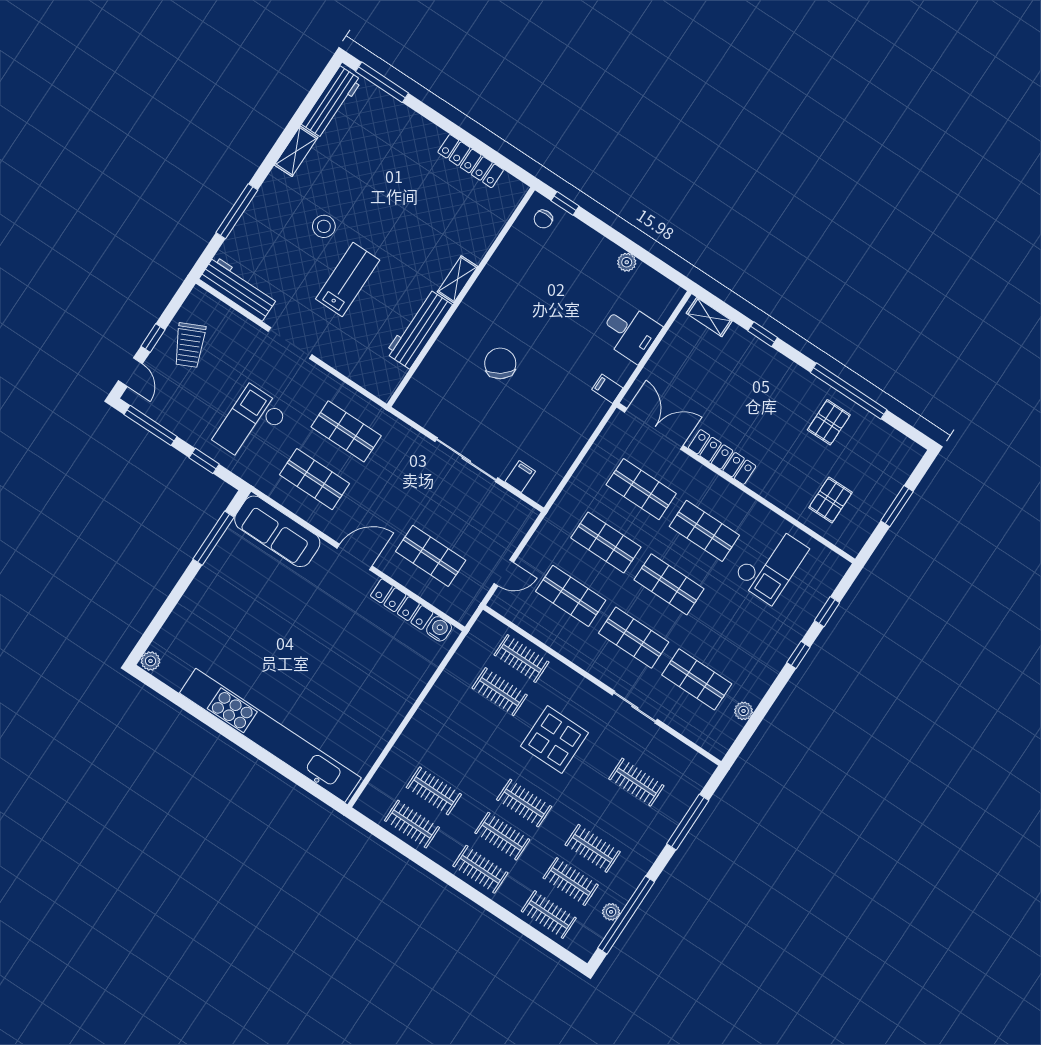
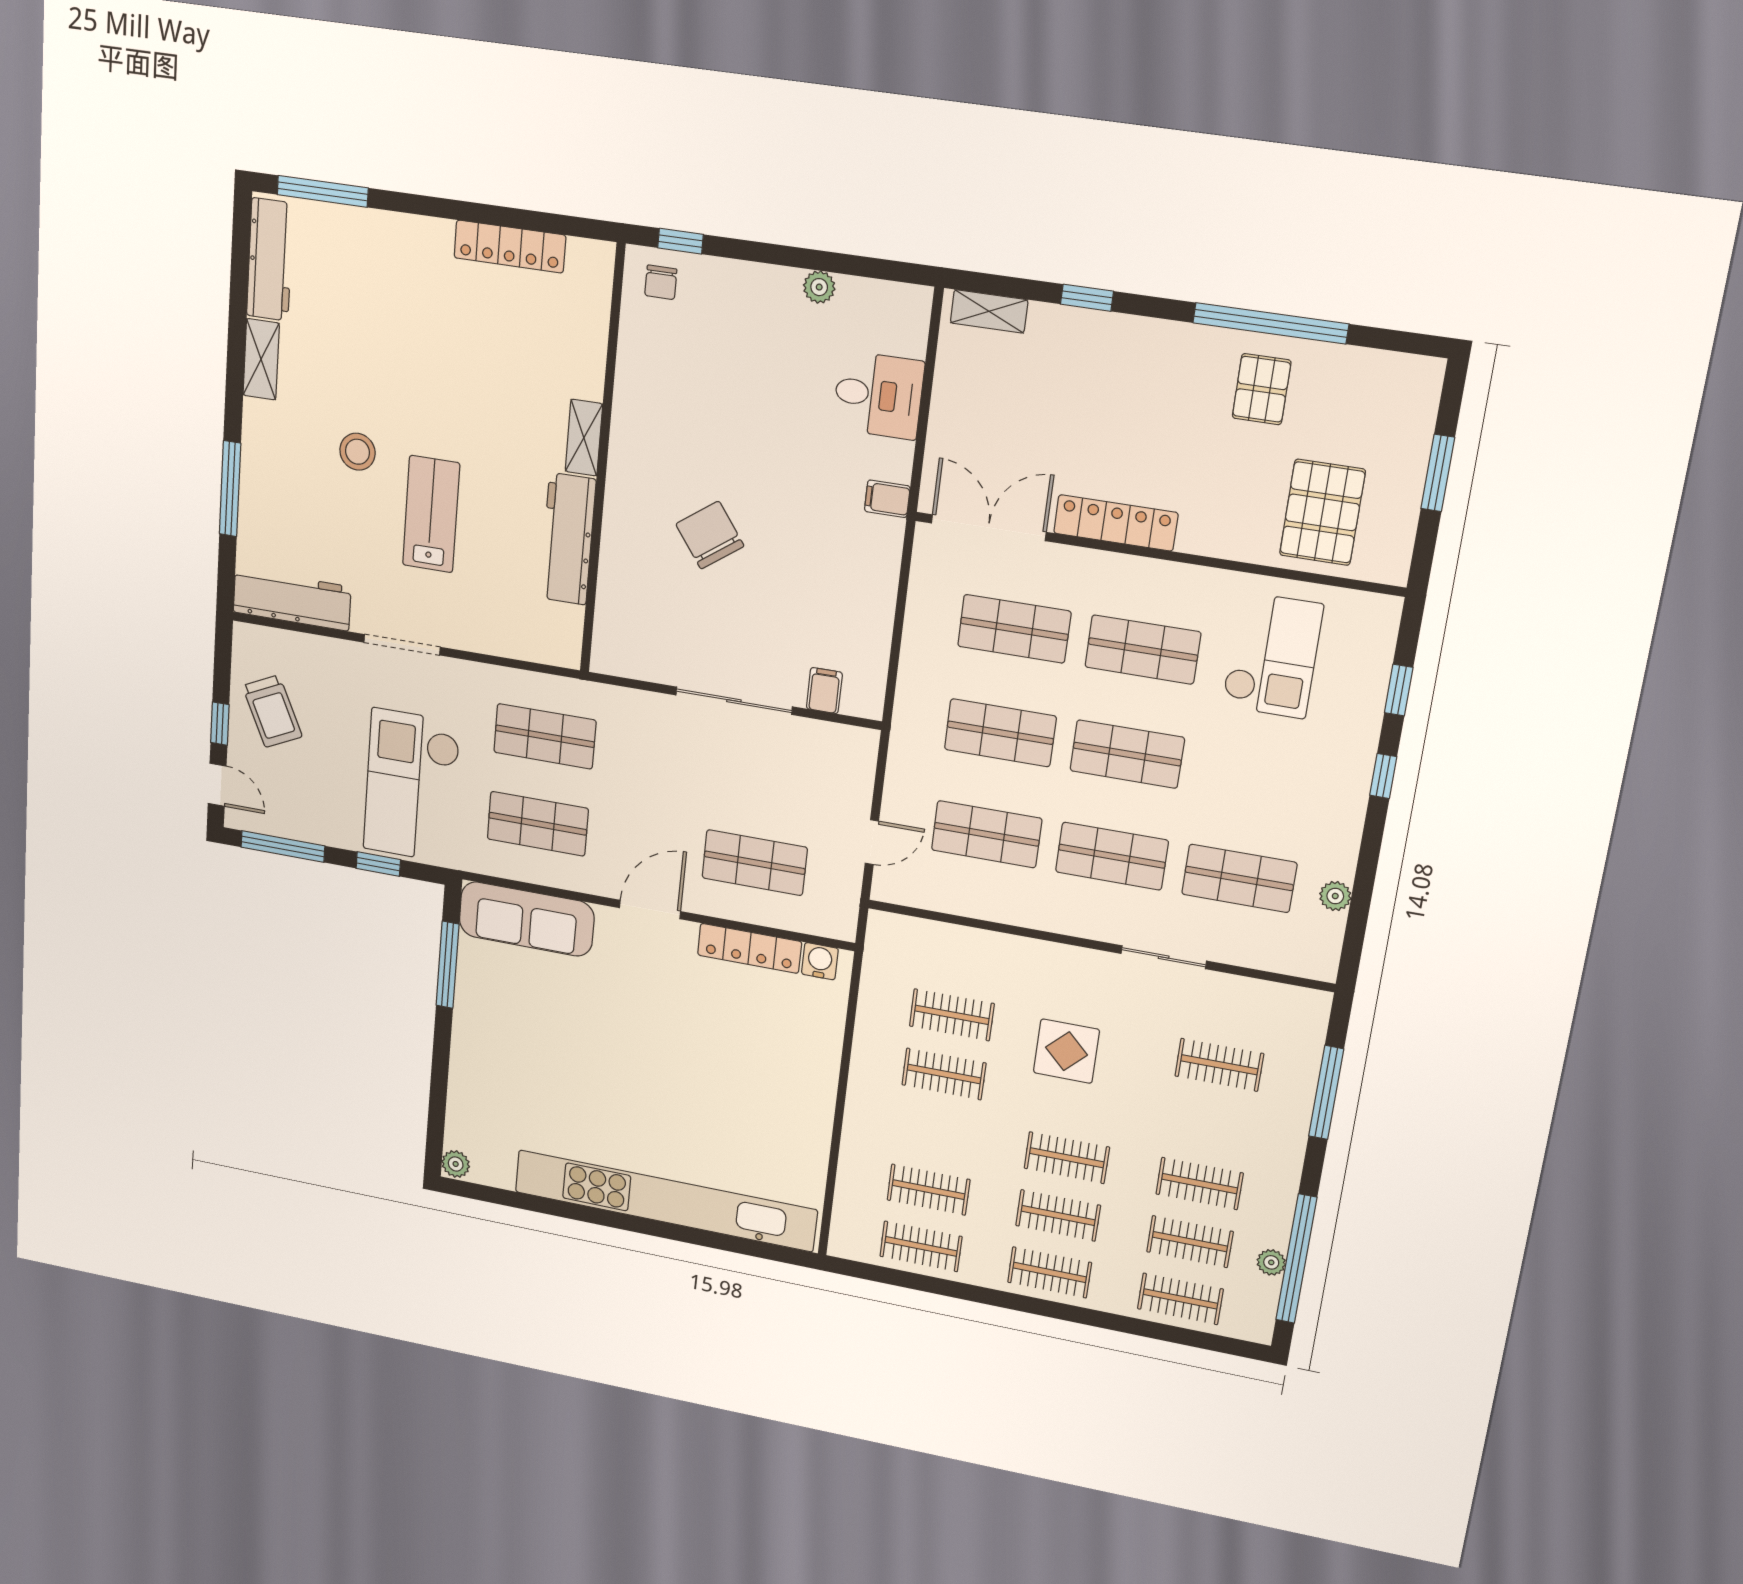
checkout: (250, 425) -> (412, 786), width x1.36, depth x1.21
pallet: (830, 500) -> (1322, 512), width x1.50, depth x1.42
clothes rail: (521, 658) -> (944, 1074), moved
display table: (555, 740) -> (1066, 1051), width x0.73, depth x0.73

